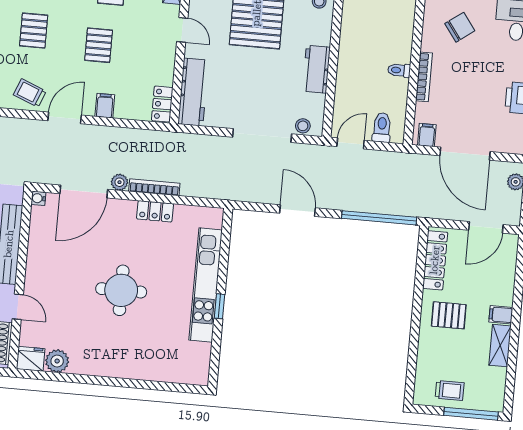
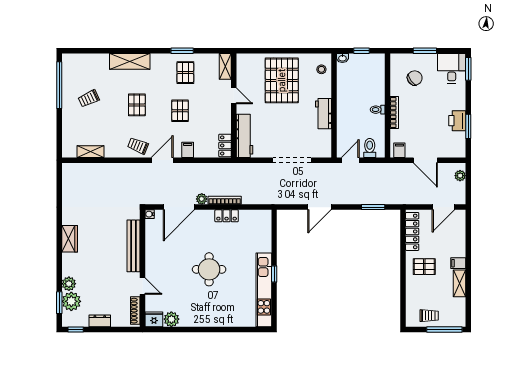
stool: (303, 126) -> (318, 151), removed
door: (465, 154) -> (425, 160), width x0.73
door: (297, 211) -> (319, 207), swing flipped
window: (379, 218) -> (373, 207), width x0.47
kitchen unit: (206, 285) -> (264, 290), moved

